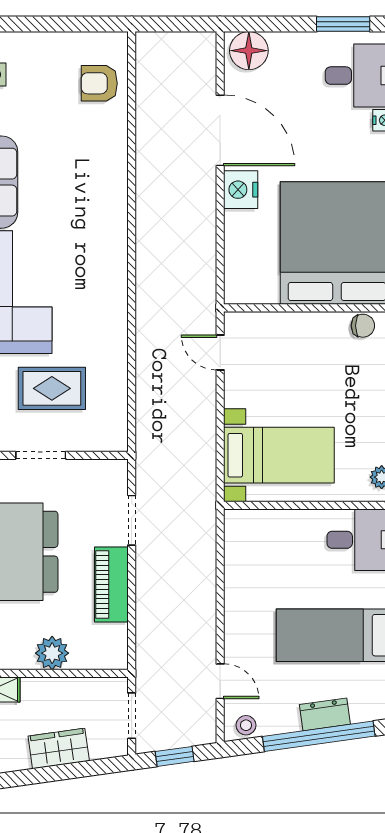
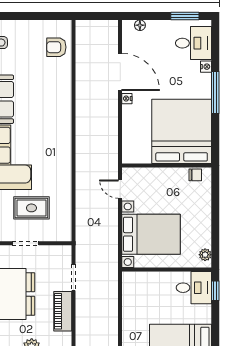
floor lamp: (249, 51) -> (140, 25), width x0.53, depth x0.53
nightstand: (241, 190) -> (127, 99), width x0.53, depth x0.56
bed with nightstands: (279, 455) -> (151, 234), width x1.36

